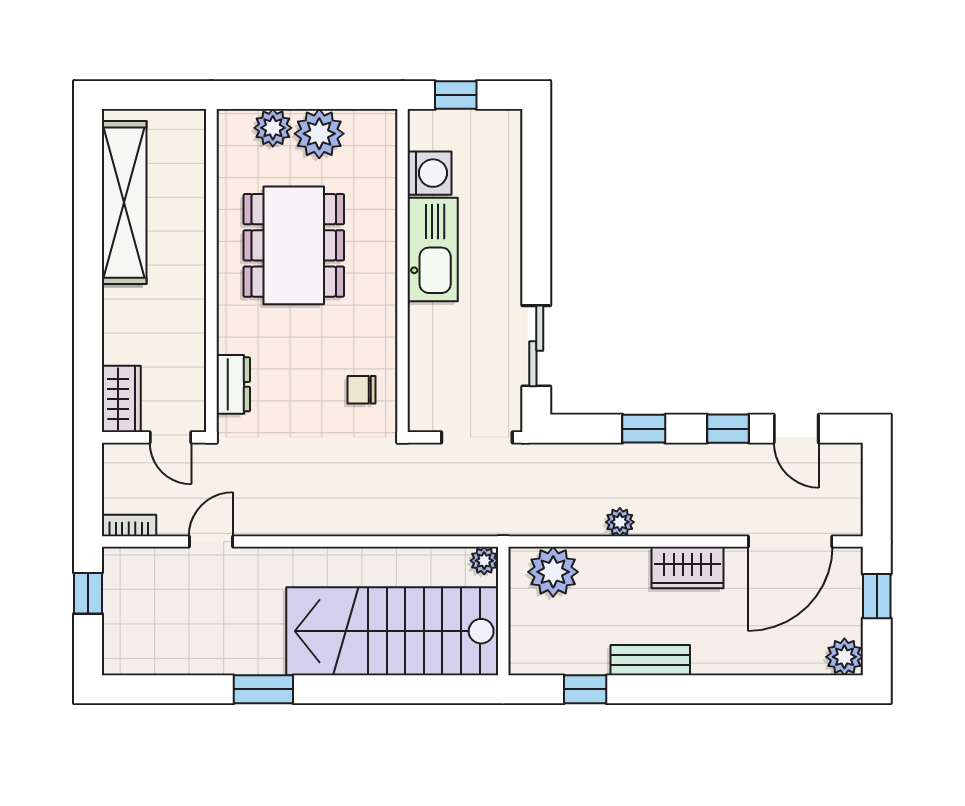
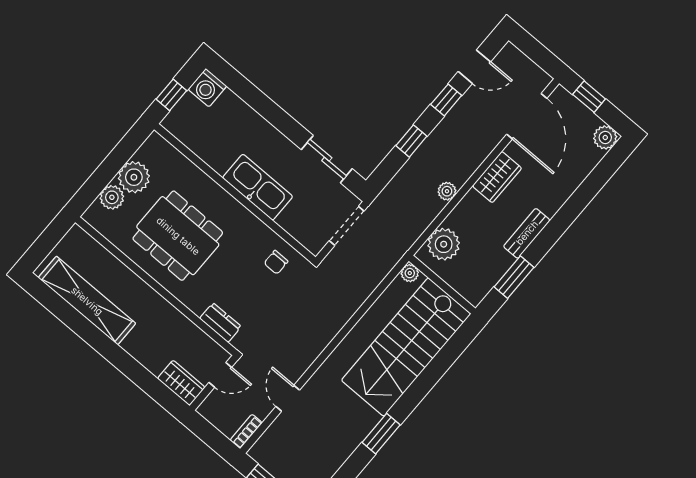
washing machine: (429, 173) -> (207, 88), moved, turned 180
kitchen sink: (433, 250) -> (258, 187), moved
window: (585, 689) -> (514, 277), width x1.50

